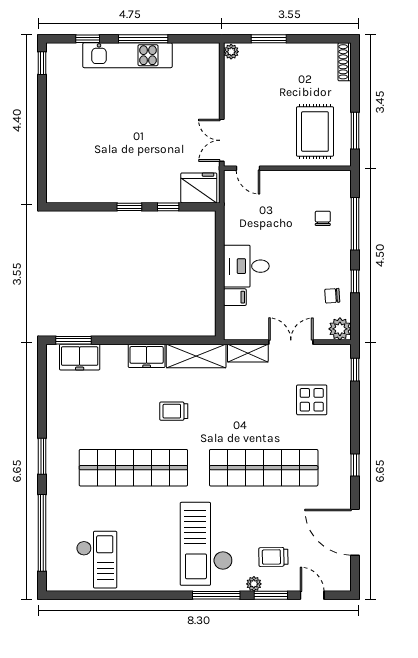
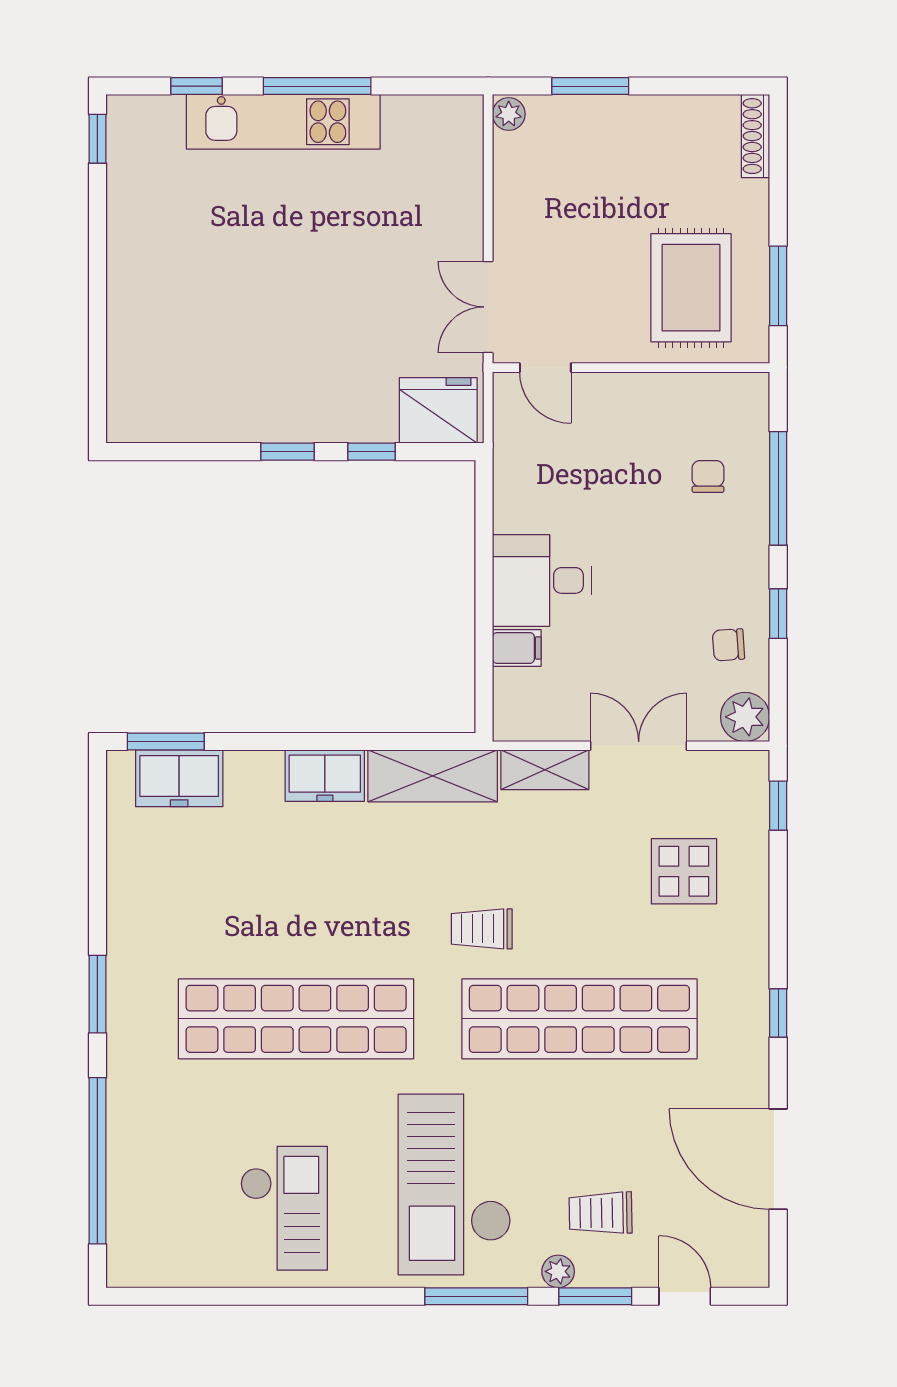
trolley: (174, 411) -> (482, 929), moved
checkout: (97, 560) -> (284, 1208), moved

